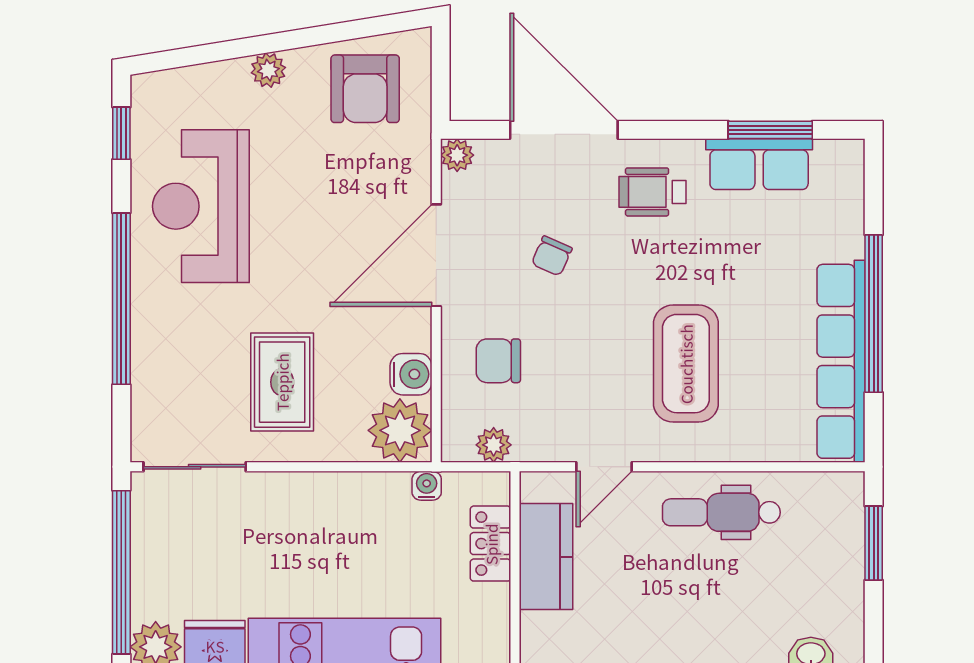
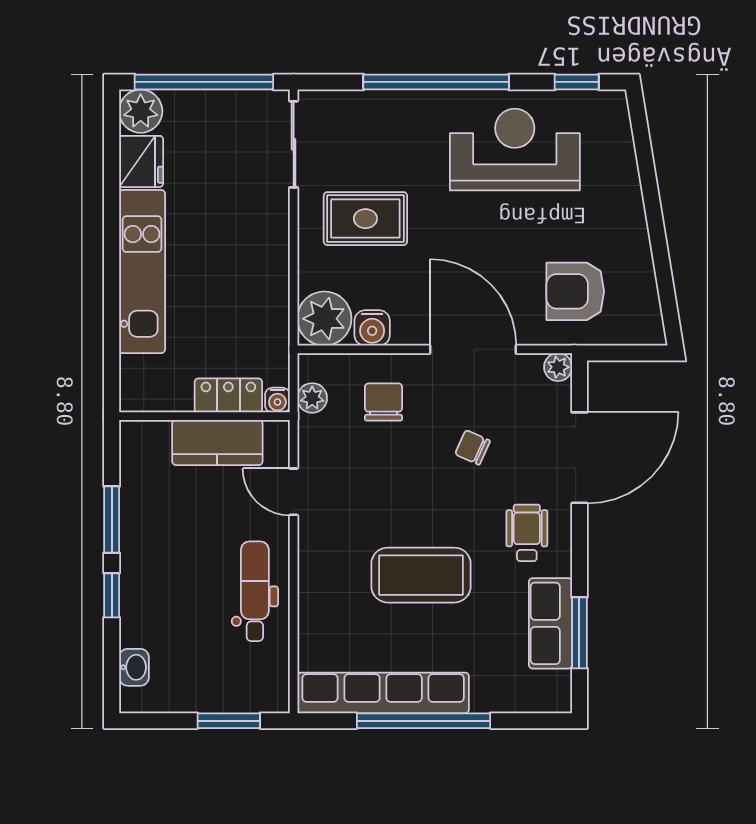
plant: (268, 70) -> (630, 207), removed
armchair: (365, 89) -> (575, 291), moved
coffee table: (686, 364) -> (421, 575), moved
water cooler: (427, 486) -> (277, 400), moved, turned 90

